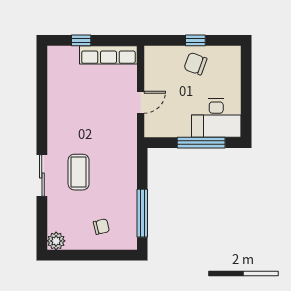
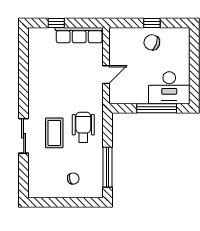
wheelchair: (113, 165) -> (83, 127), added
plant: (56, 241) -> (35, 190), removed

